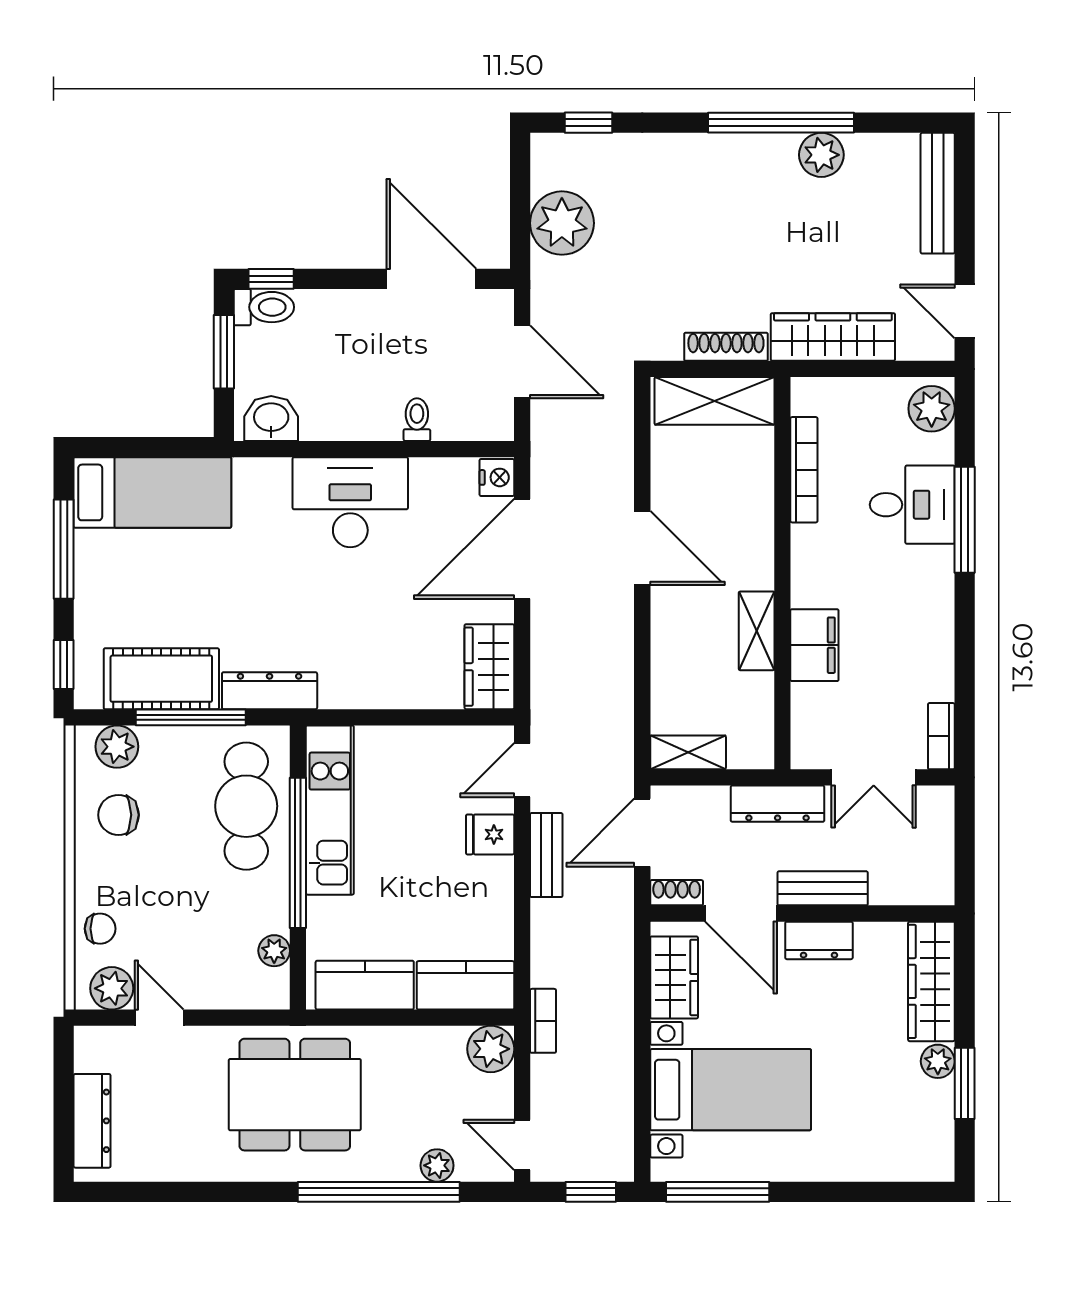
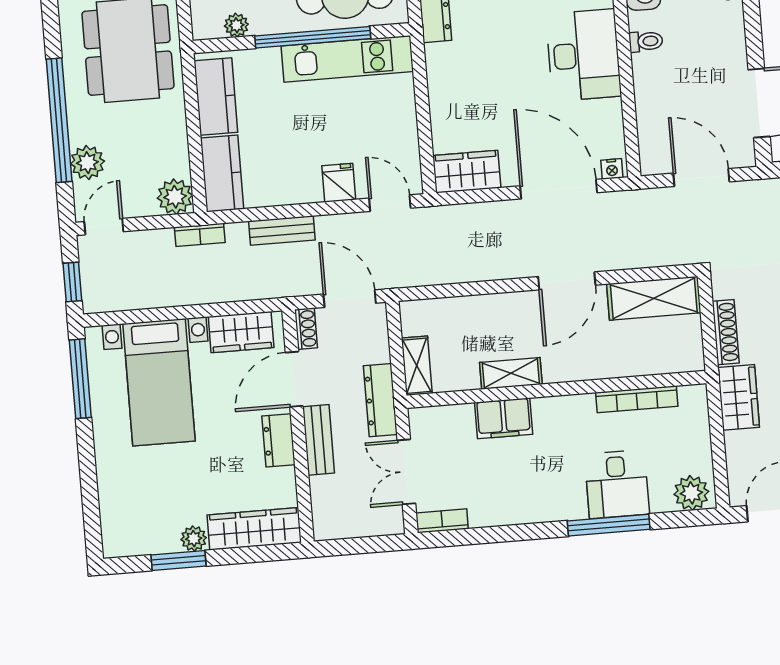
wardrobe: (833, 337) -> (739, 397), width x0.67
door: (522, 362) -> (701, 178), swing flipped
shelving: (715, 401) -> (654, 298), moved, turned 90
toilet: (417, 420) -> (646, 41), moved
nightstand: (497, 477) -> (612, 169), width x0.72, depth x0.74
shelving: (688, 752) -> (417, 366), moved
bench: (546, 855) -> (282, 231), moved
plant: (437, 1165) -> (87, 163), width x1.38, depth x1.38

